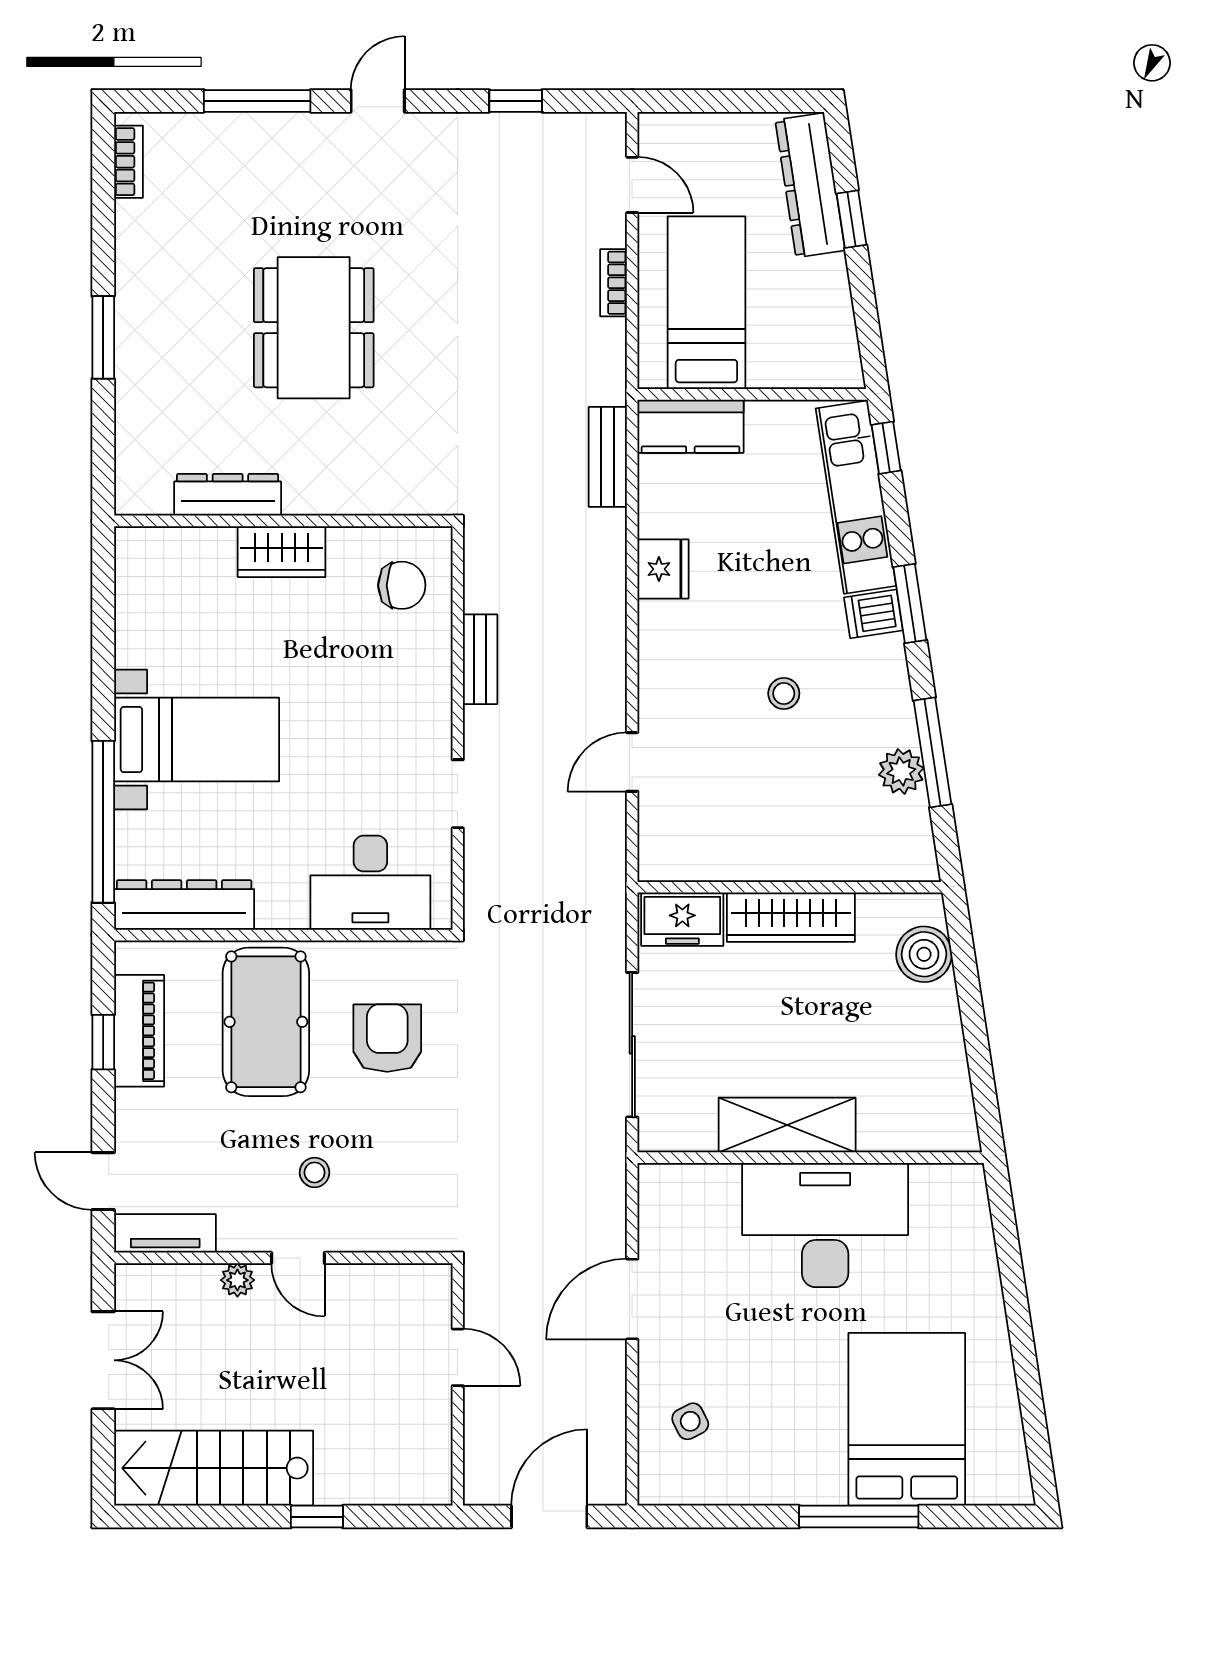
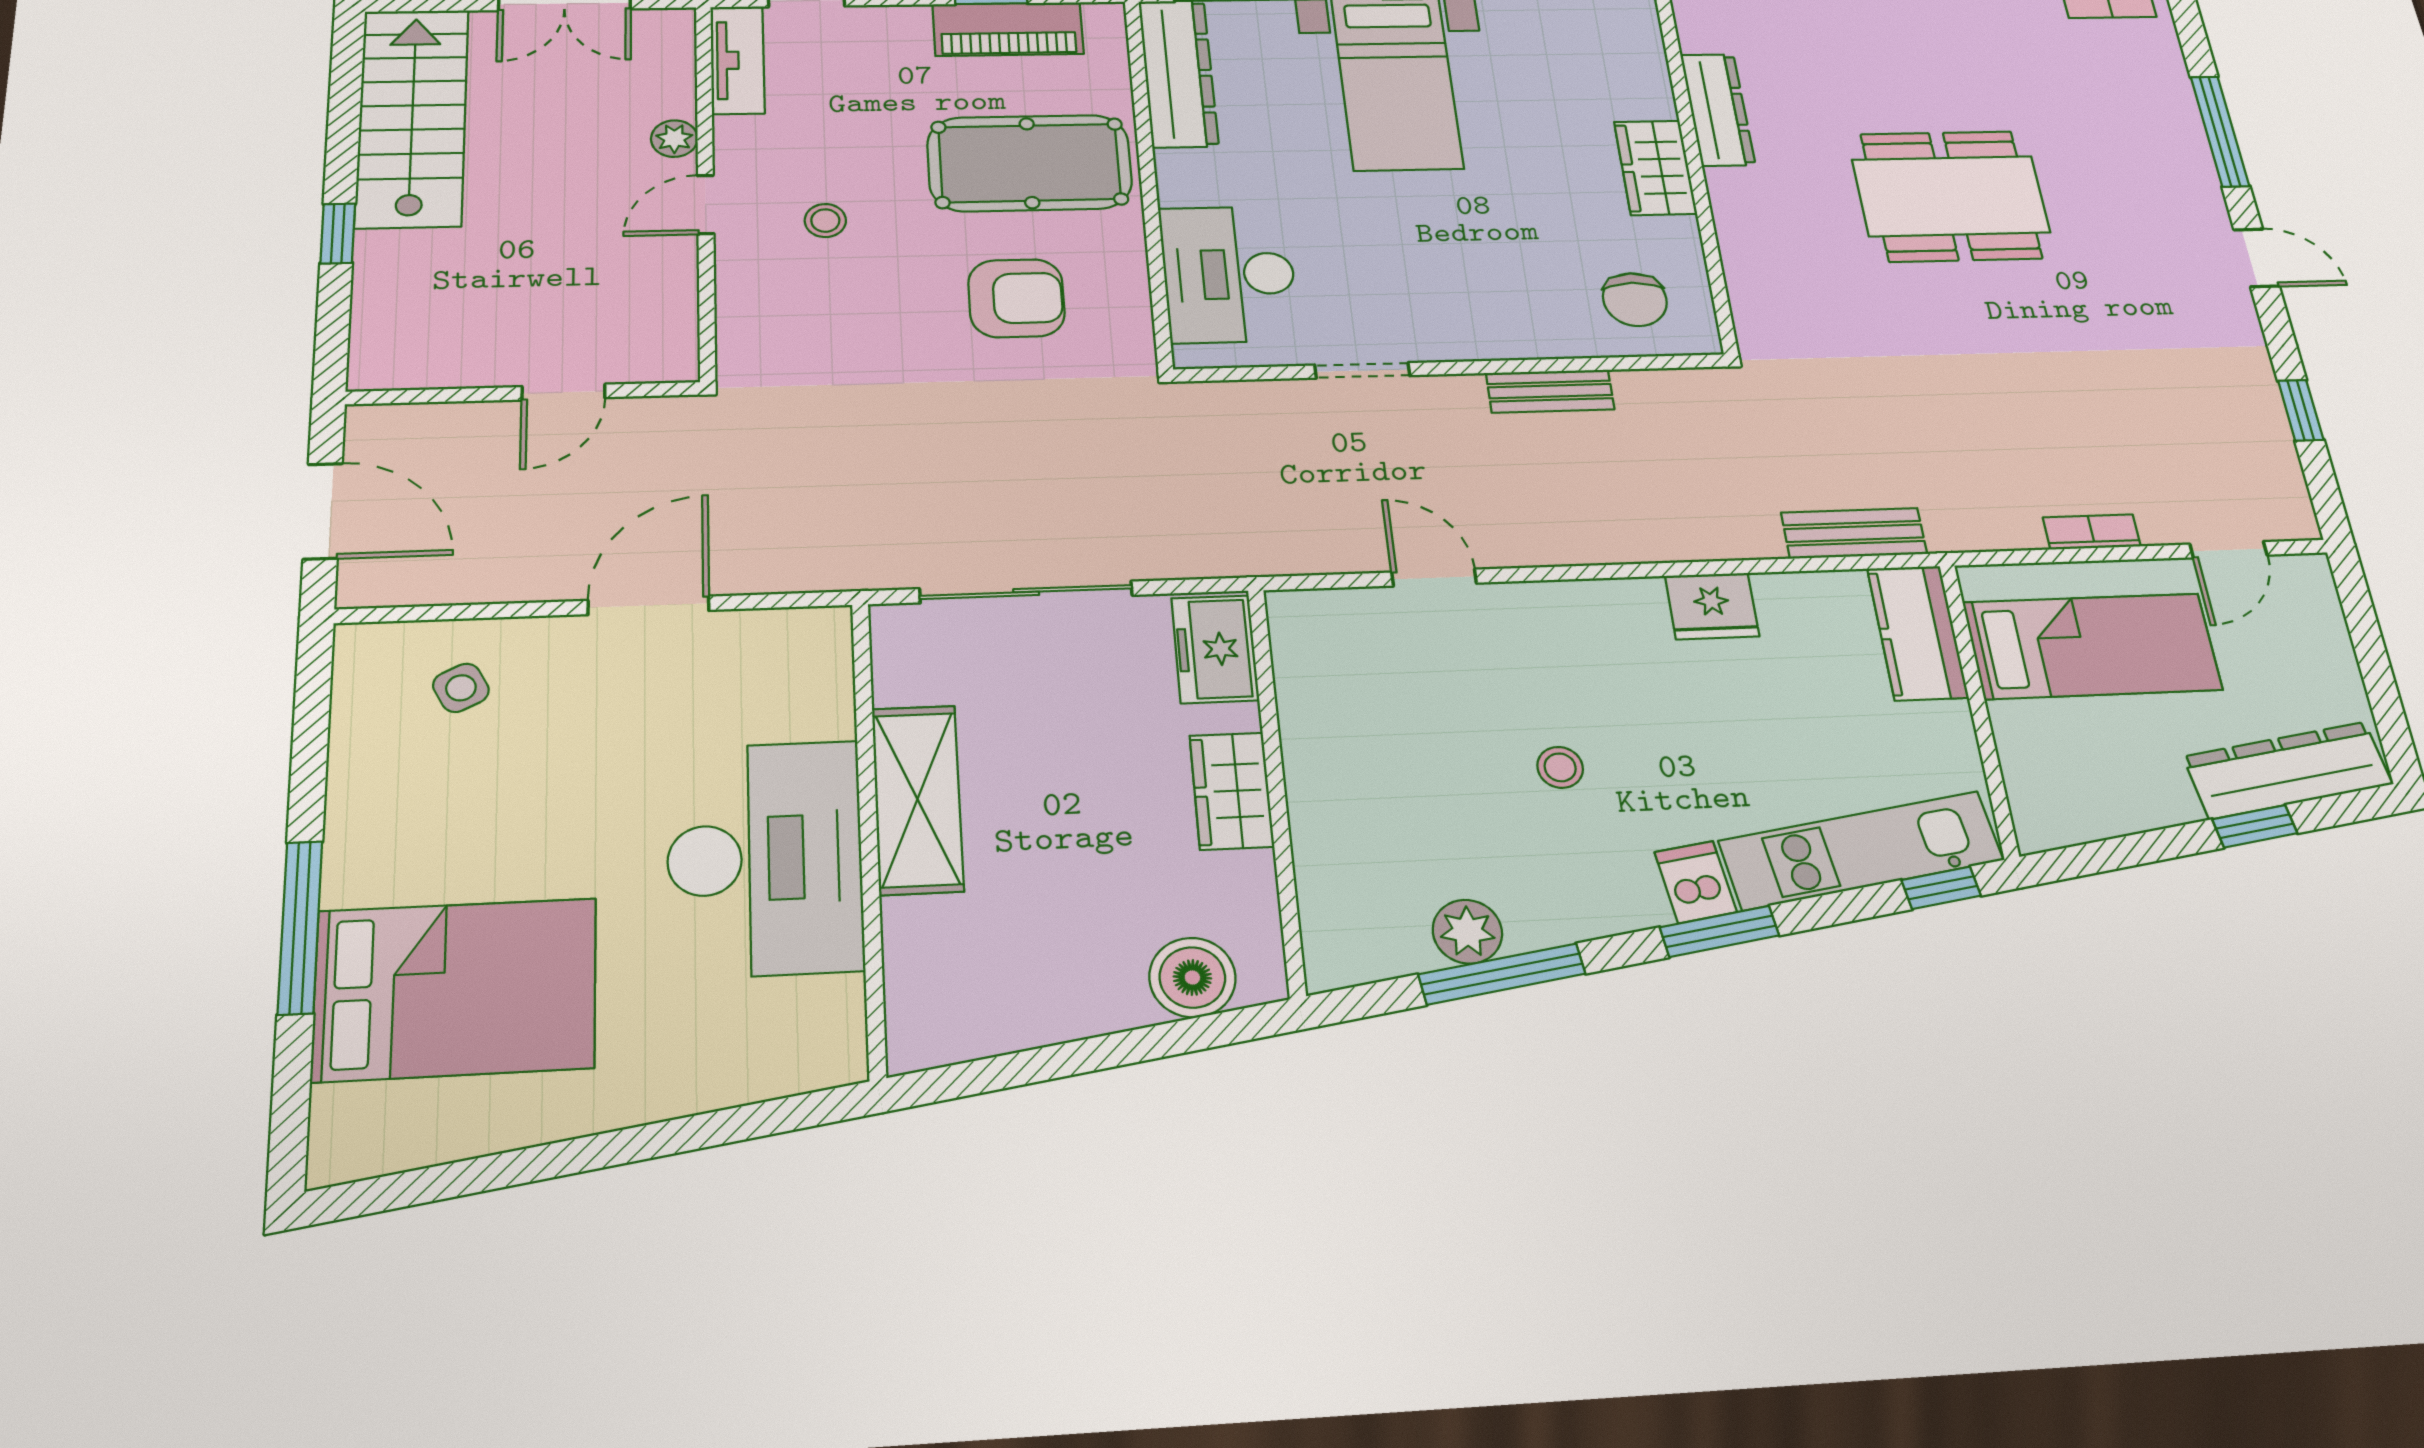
wardrobe: (791, 917) -> (1232, 791), width x0.67
door: (632, 1299) -> (649, 605), hinge flipped

